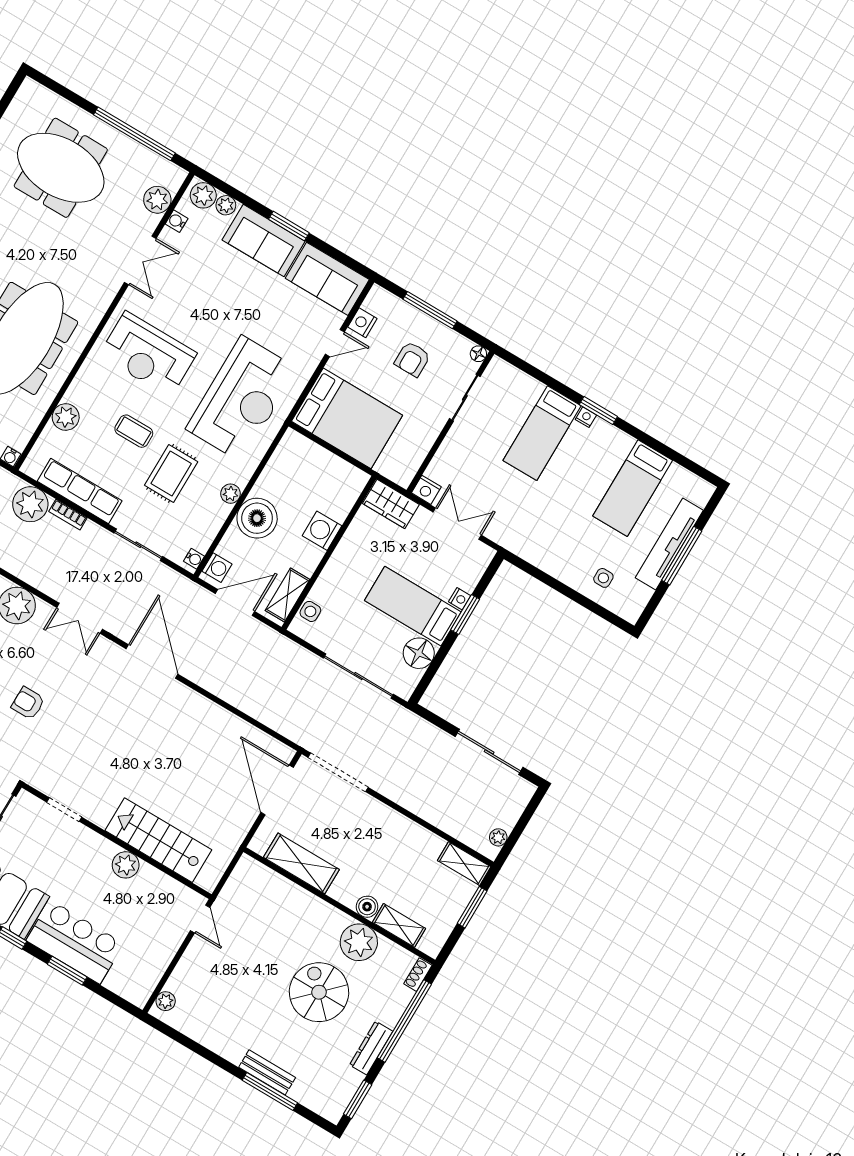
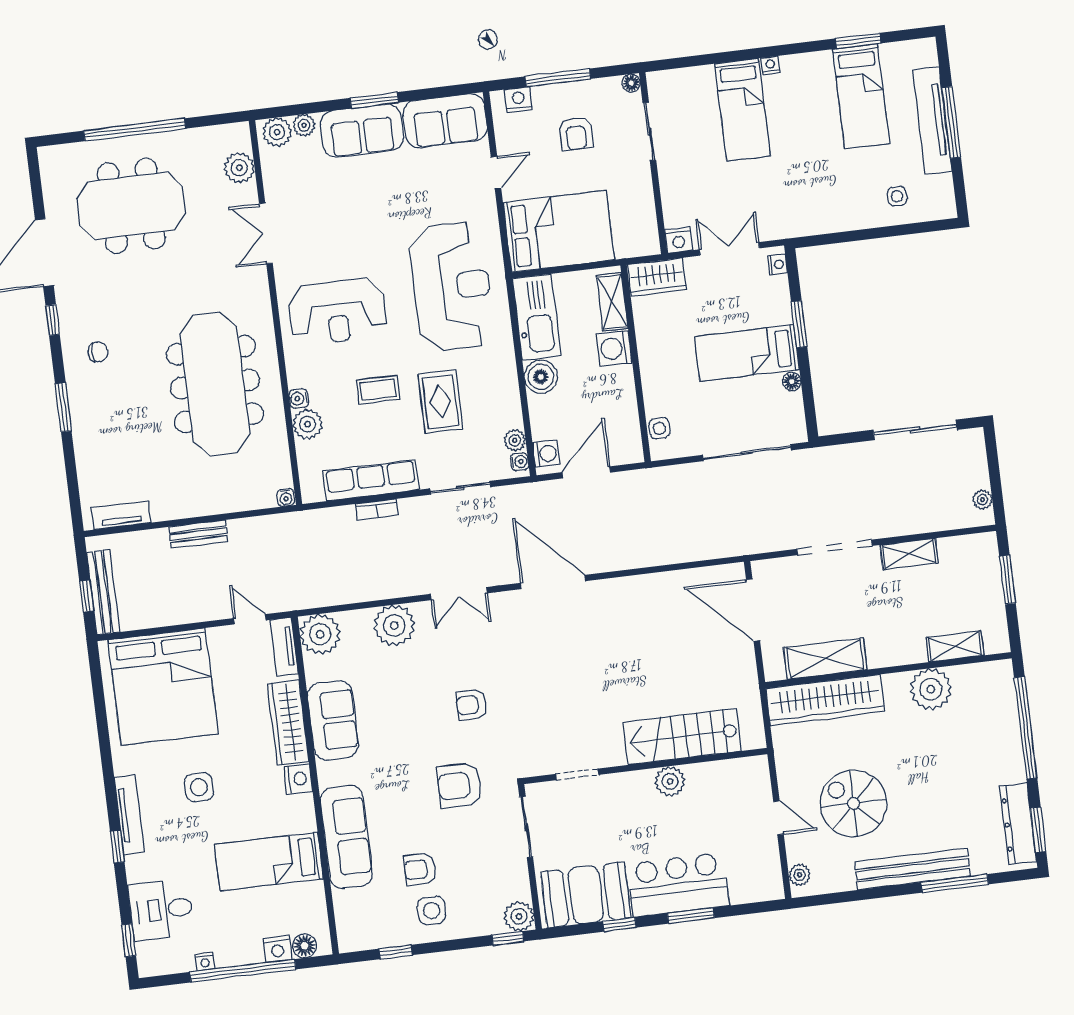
window: (134, 134) -> (135, 130), moved
water cooler: (177, 221) -> (299, 398), moved
double door: (140, 260) -> (266, 233), swing flipped
nightstand: (362, 323) -> (518, 100), moved, turned 90
window: (598, 411) -> (858, 41), moved
kitchen sink: (285, 467) -> (537, 317), added
plant: (231, 494) -> (515, 440), moved
plant: (30, 504) -> (336, 526), removed
boiler: (257, 518) -> (541, 377), width x0.73, depth x0.73
shelving: (288, 595) -> (612, 302), moved
nightstand: (460, 599) -> (777, 265), moved
floor lamp: (419, 653) -> (792, 382), width x0.53, depth x0.53
doorway: (338, 772) -> (835, 547), moved
shelving: (464, 864) -> (909, 554), moved
wardrobe: (279, 892) -> (825, 700), added
boiler: (367, 907) -> (914, 652), removed
door: (200, 919) -> (778, 818), moved
shoe rack: (418, 975) -> (1006, 677), removed
spiral stairs: (319, 992) -> (853, 803), moved
dresser: (371, 1048) -> (1018, 824), moved, width x1.37, depth x1.24
bench: (267, 1072) -> (913, 869), width x1.86, depth x1.21

